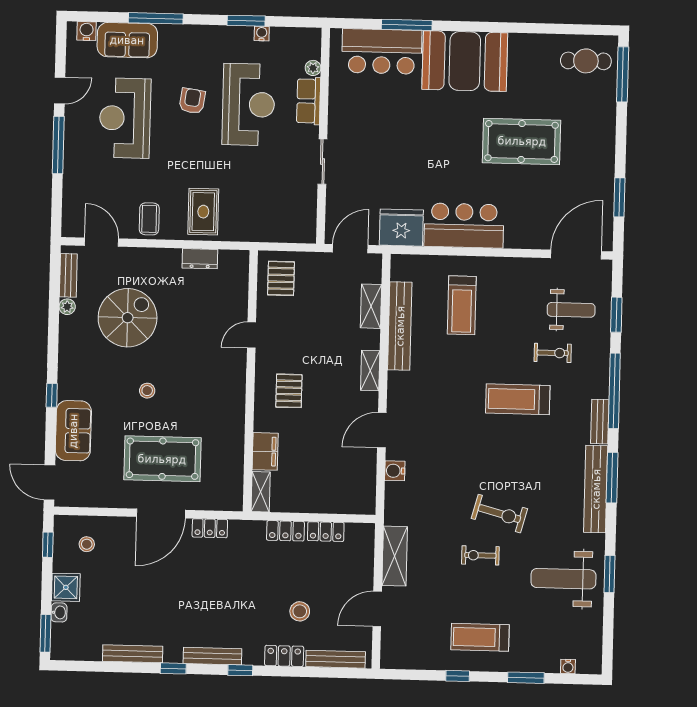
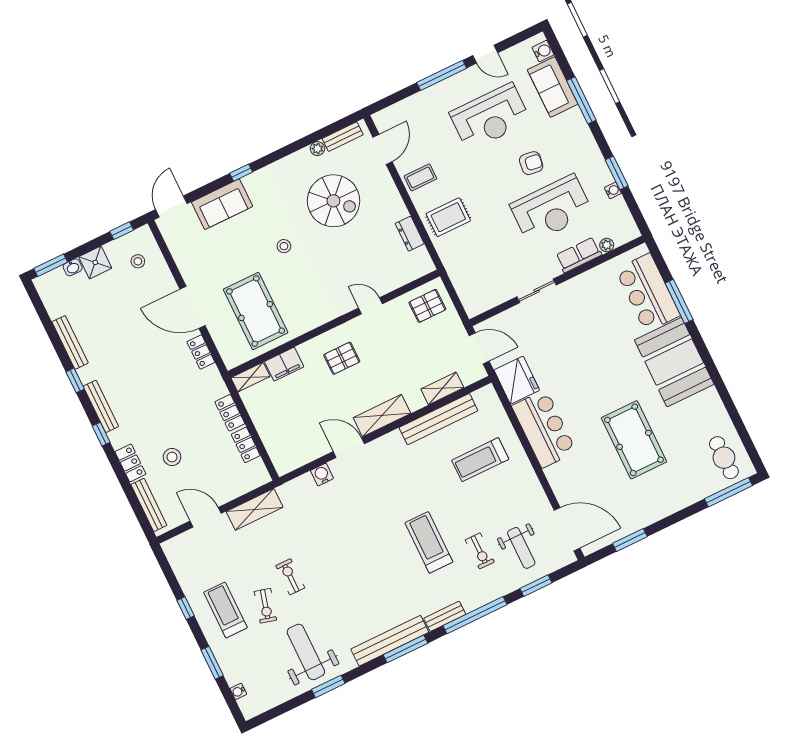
reception desk: (125, 118) -> (490, 117), turned 180
shelving: (370, 370) -> (382, 416), width x1.50, depth x1.33
pool table: (162, 459) -> (256, 311), moved
exercise bike: (499, 514) -> (265, 606), moved, width x0.73, depth x0.72

